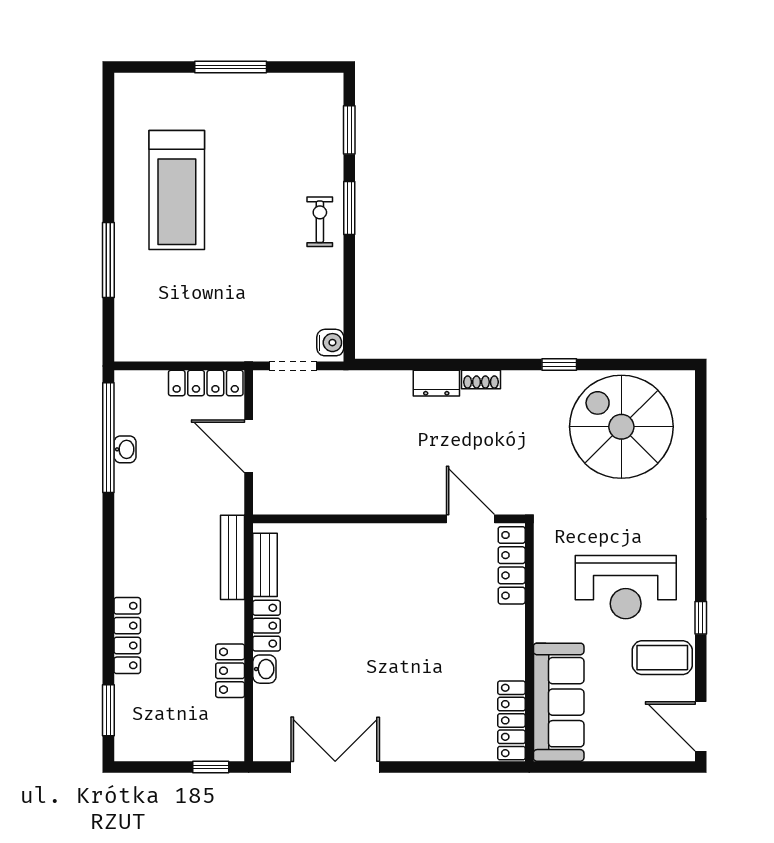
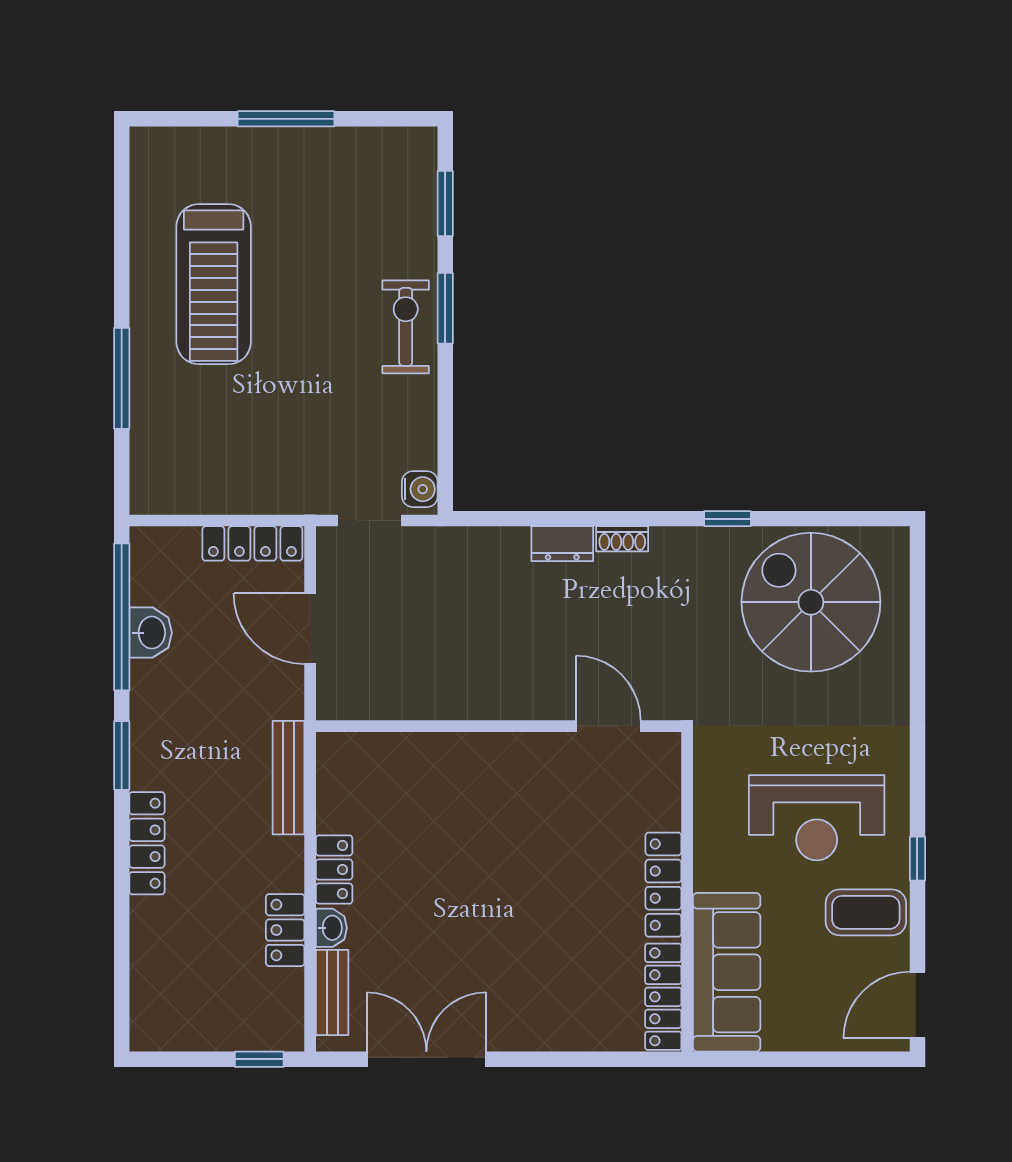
exercise bike: (320, 222) -> (406, 327), width x1.38, depth x1.39
washbasin: (125, 449) -> (151, 633), width x1.38, depth x1.45
bench: (265, 565) -> (332, 993), moved
locker: (512, 565) -> (663, 885), moved
locker: (127, 636) -> (147, 843), moved
window: (108, 710) -> (122, 755), moved
door: (701, 726) -> (917, 1005), hinge flipped

